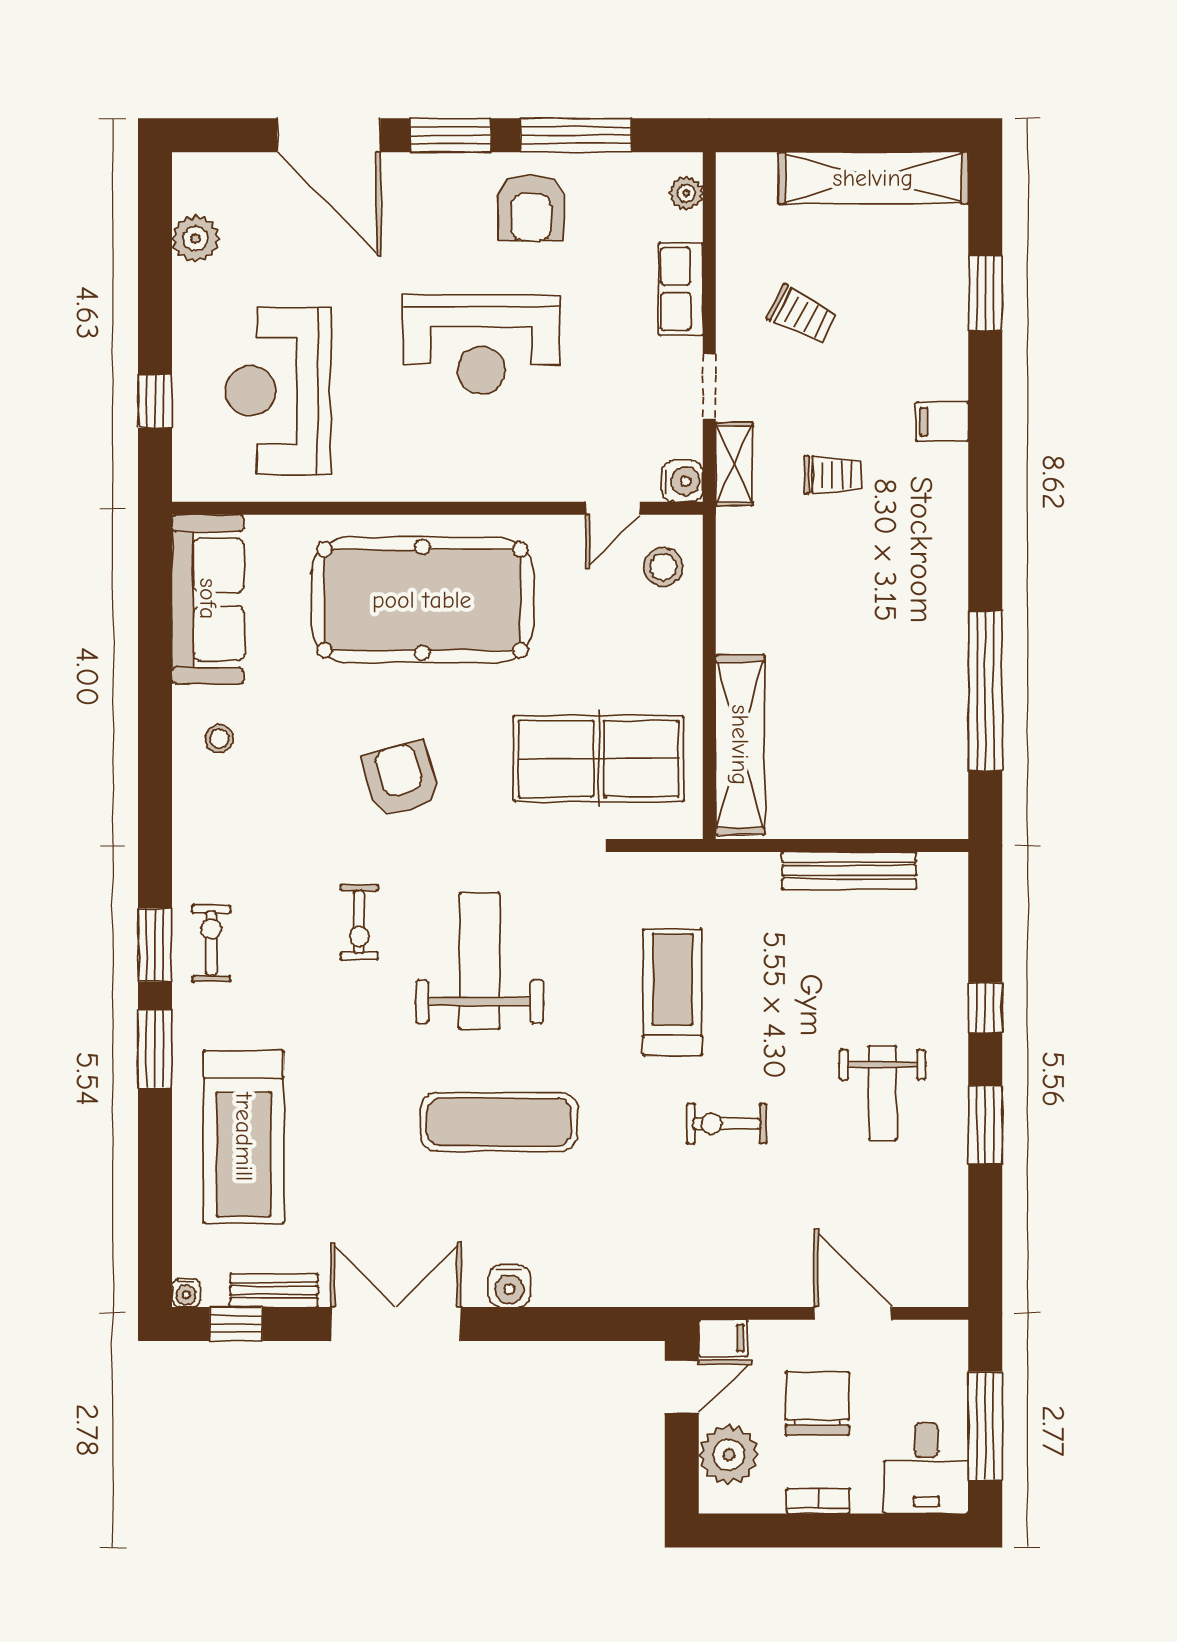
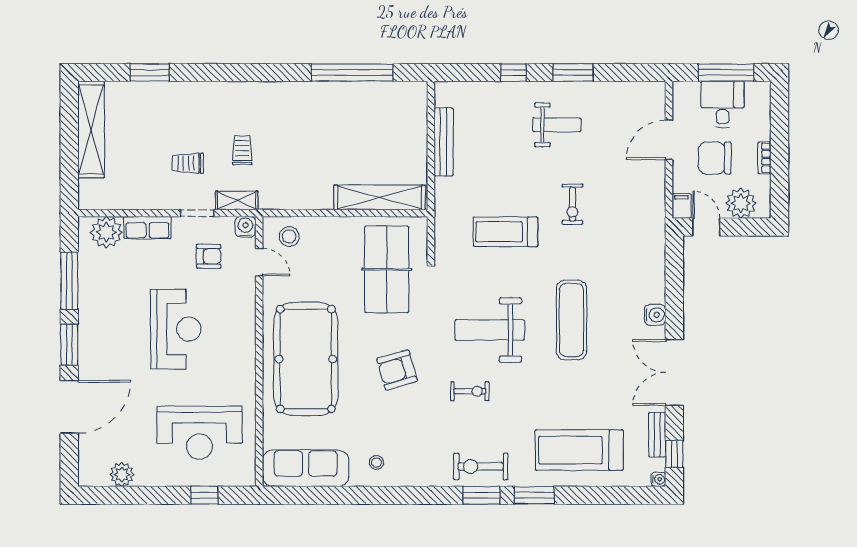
plant: (686, 193) -> (106, 232), width x1.87, depth x1.87
armchair: (531, 208) -> (209, 256), moved, width x0.72, depth x0.72
trolley: (802, 315) -> (188, 163), moved, turned -117
filing cabinet: (942, 422) -> (215, 94), removed
exercise bike: (211, 943) -> (481, 466), width x1.38, depth x1.39
treadmill: (244, 1137) -> (579, 450), turned 180
desk: (926, 1468) -> (723, 104), moved, turned -90

